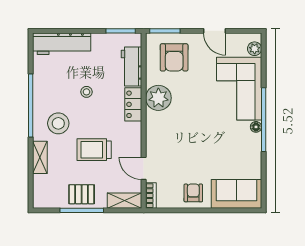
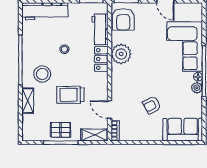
plant: (255, 49) -> (197, 88), moved
armchair: (174, 57) -> (123, 19), moved
armchair: (193, 193) -> (152, 105), moved, turned -117

